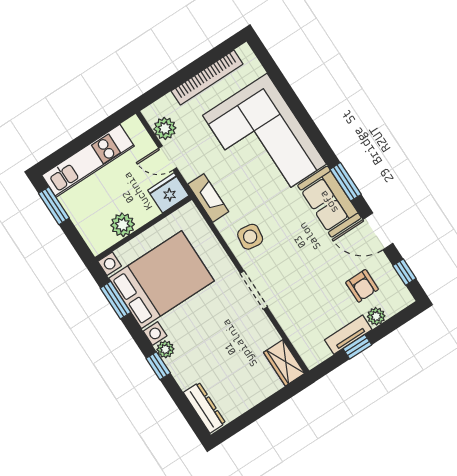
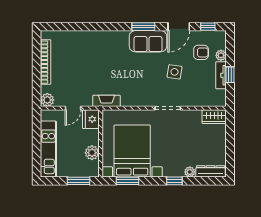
plant: (165, 128) -> (47, 100), moved
corner sofa: (264, 140) -> (96, 54), removed
window: (54, 206) -> (78, 181), moved
side table: (250, 237) -> (174, 72), moved
plant: (165, 349) -> (190, 172), moved

